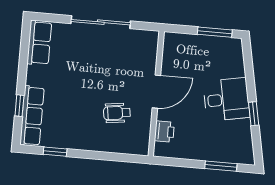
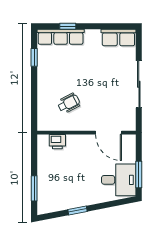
door: (156, 92) -> (109, 133), moved
desk: (226, 99) -> (119, 180), moved, turned -79
wheelchair: (117, 113) -> (69, 103), turned 71

